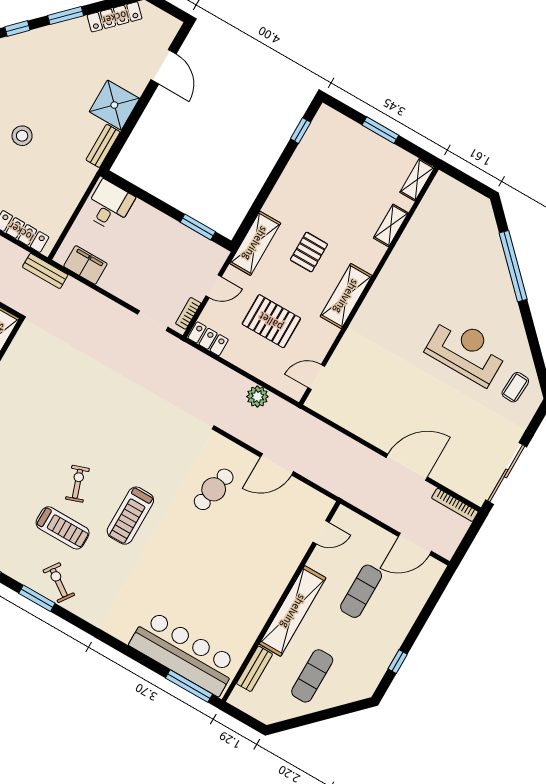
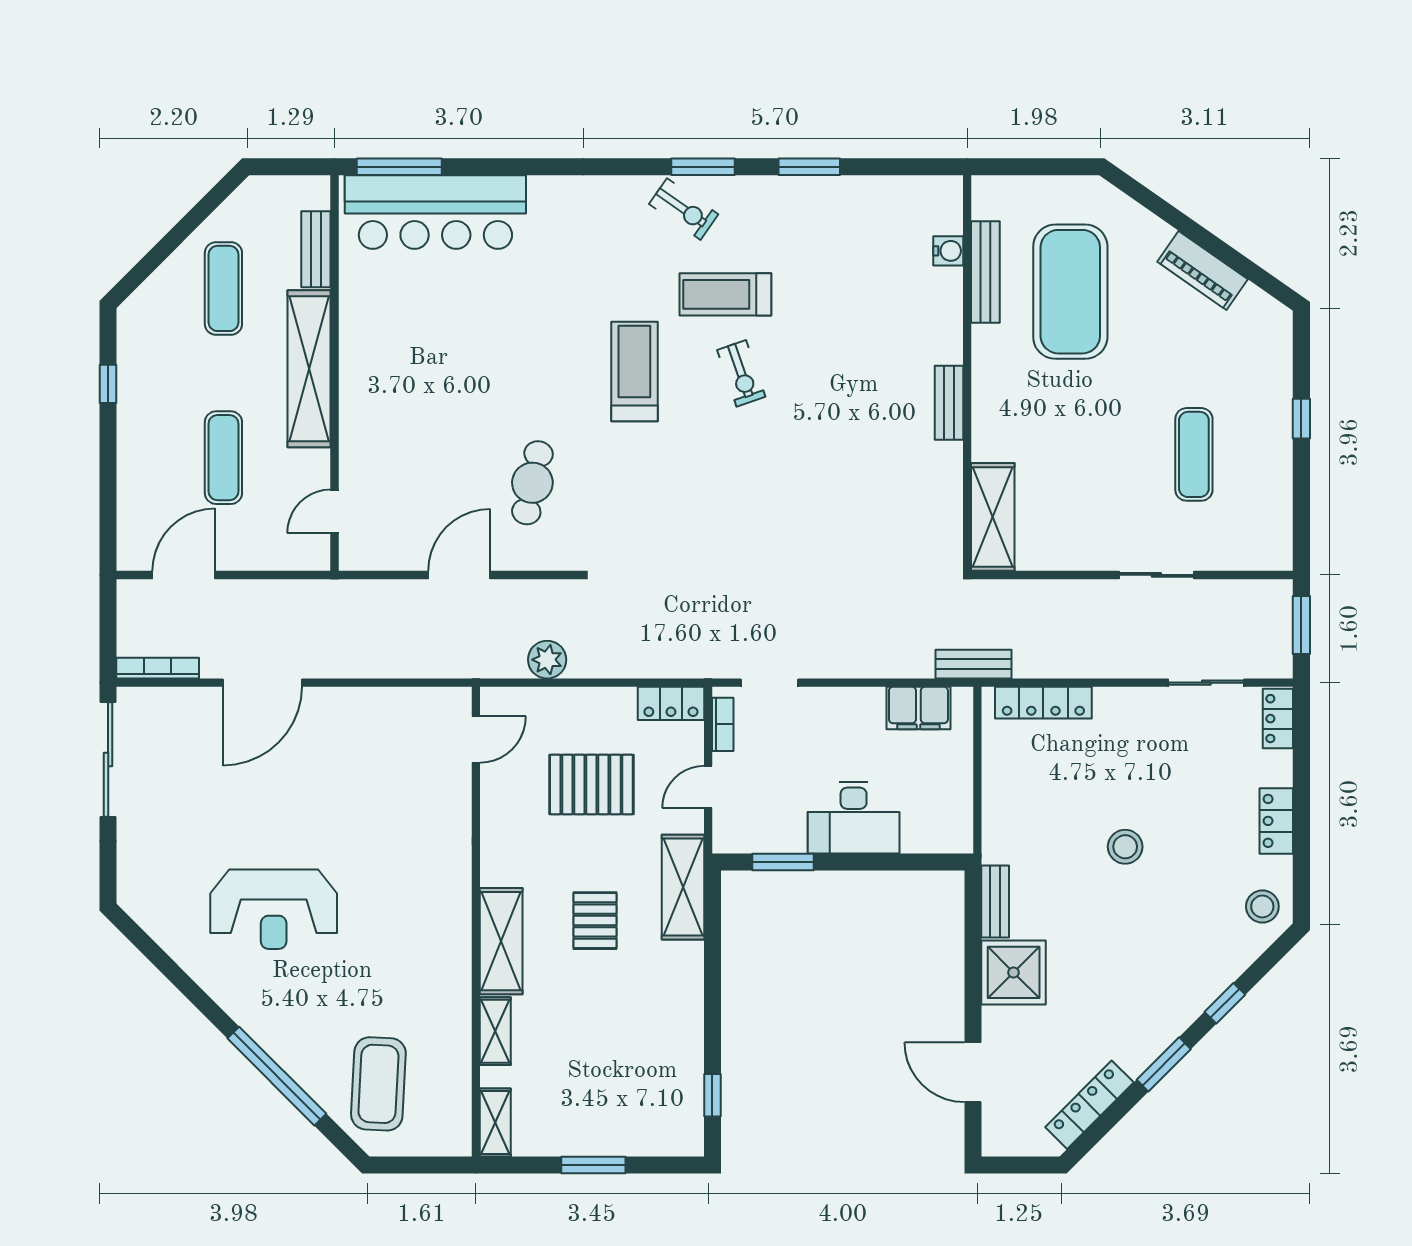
desk: (109, 205) -> (854, 818), moved, width x1.37
shelving: (346, 296) -> (501, 941), moved
coffee table: (515, 387) -> (378, 1084), moved, width x1.86, depth x1.72

